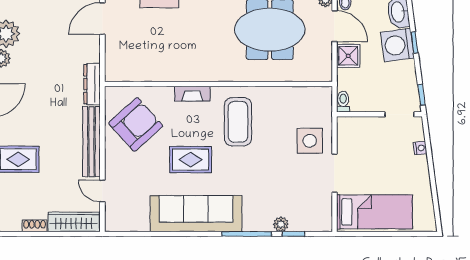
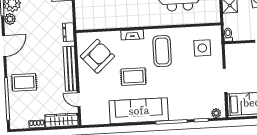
dresser: (92, 84) -> (68, 32), width x0.70
side table: (310, 141) -> (202, 48), moved
plant: (281, 224) -> (216, 113), moved

